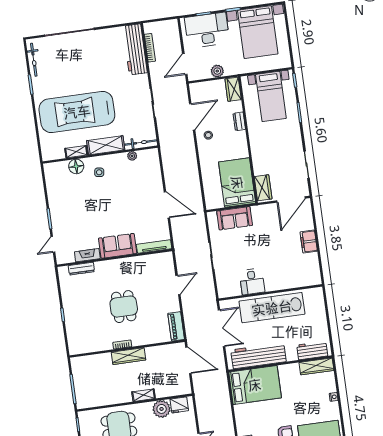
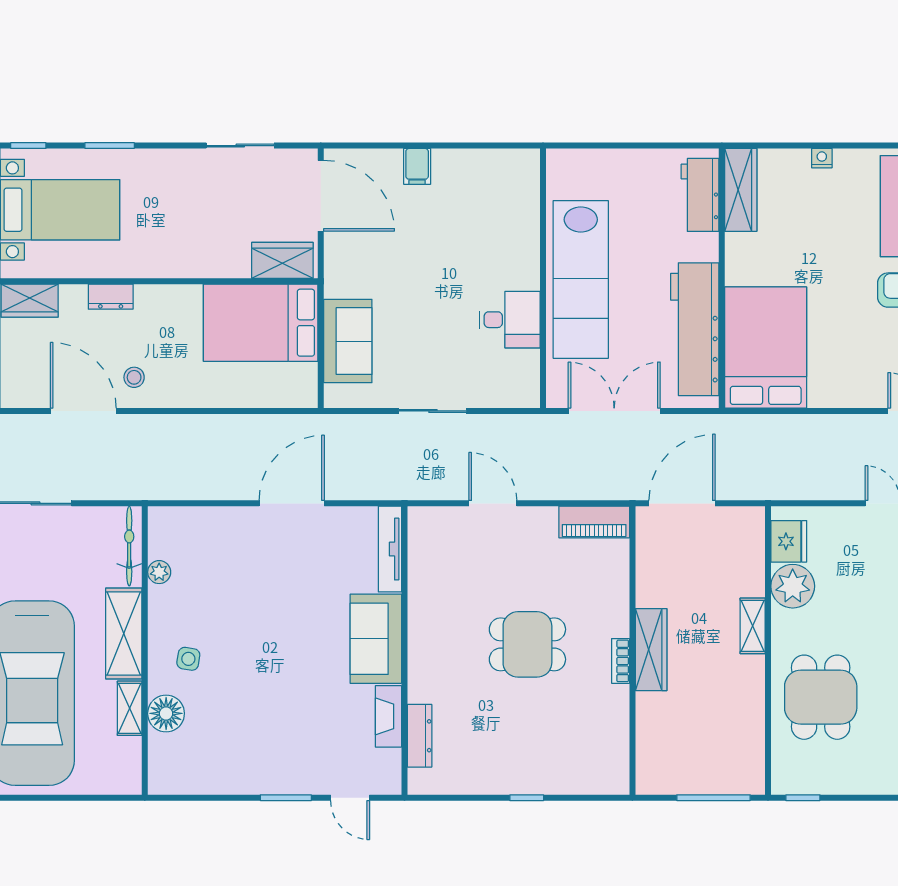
filing cabinet: (309, 242) -> (417, 166), width x0.50

